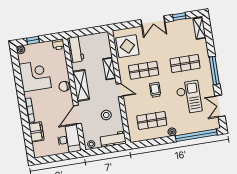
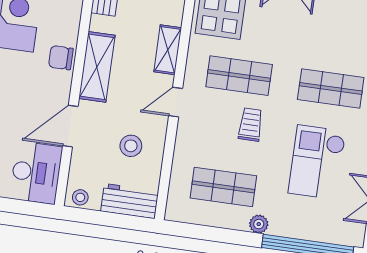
door: (120, 90) -> (176, 102), swing flipped
checkout: (189, 97) -> (317, 162), turned 180

